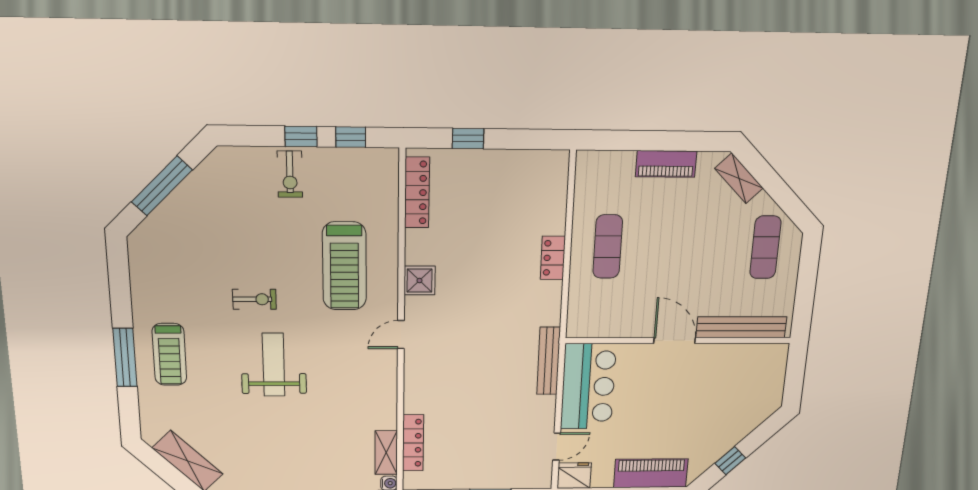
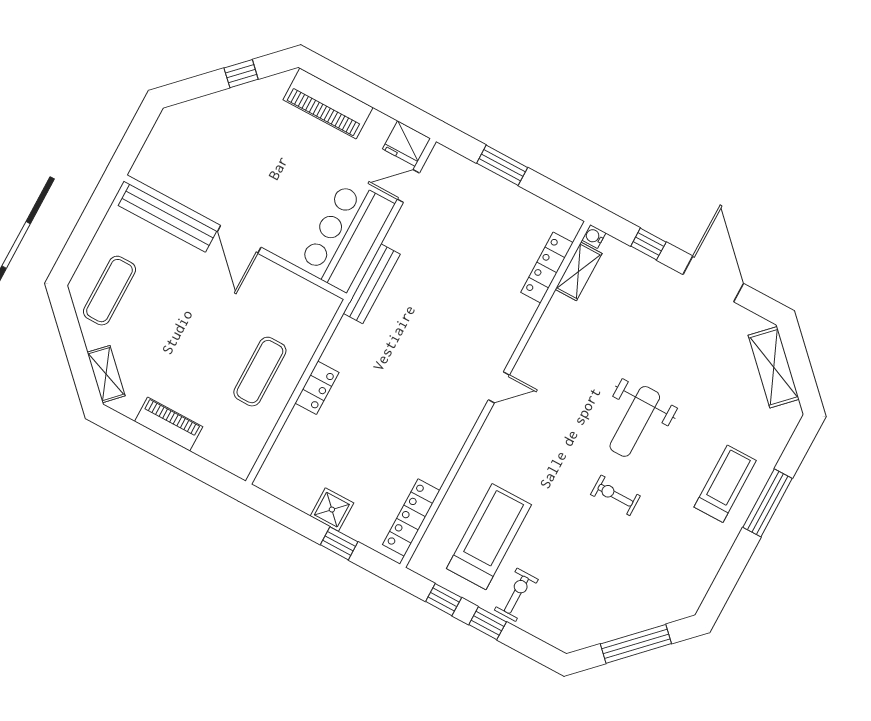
treadmill: (344, 266) -> (489, 537), moved
shower: (419, 280) -> (332, 510), moved

